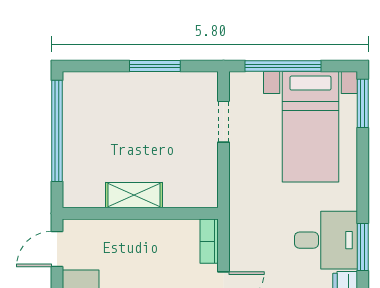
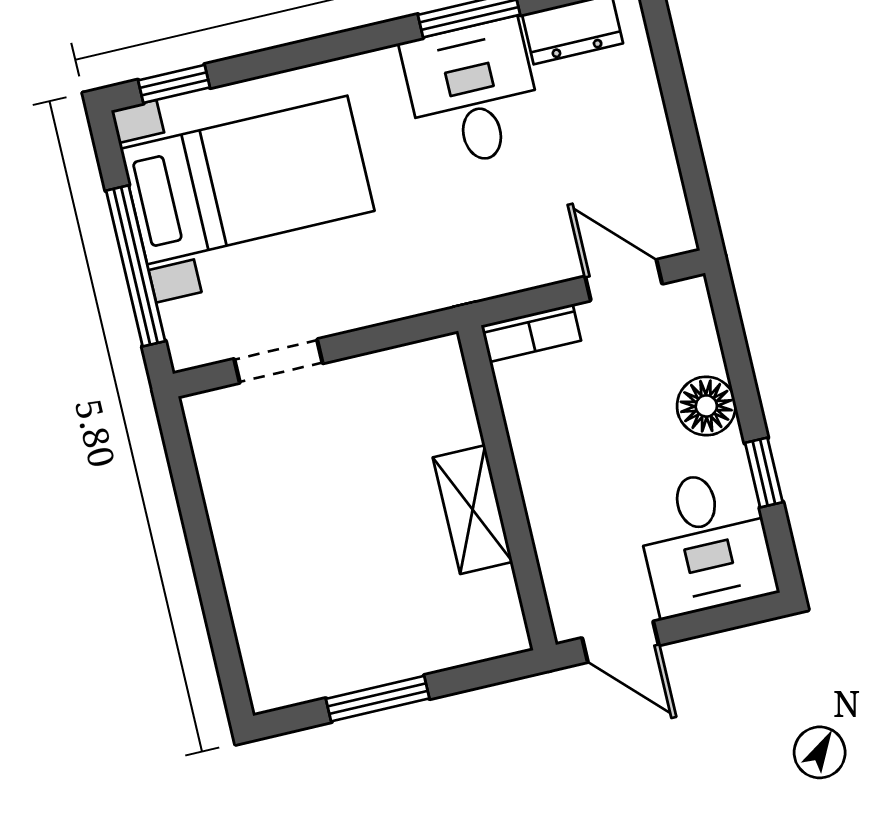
window: (155, 66) -> (197, 529), removed
window: (363, 103) -> (174, 84), width x0.67
window: (57, 131) -> (378, 699), width x0.47

